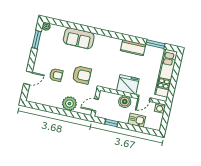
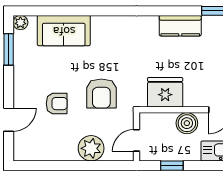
sofa: (79, 38) -> (64, 31), moved
armchair: (82, 75) -> (101, 93), turned 90
fridge: (128, 85) -> (165, 92), moved

